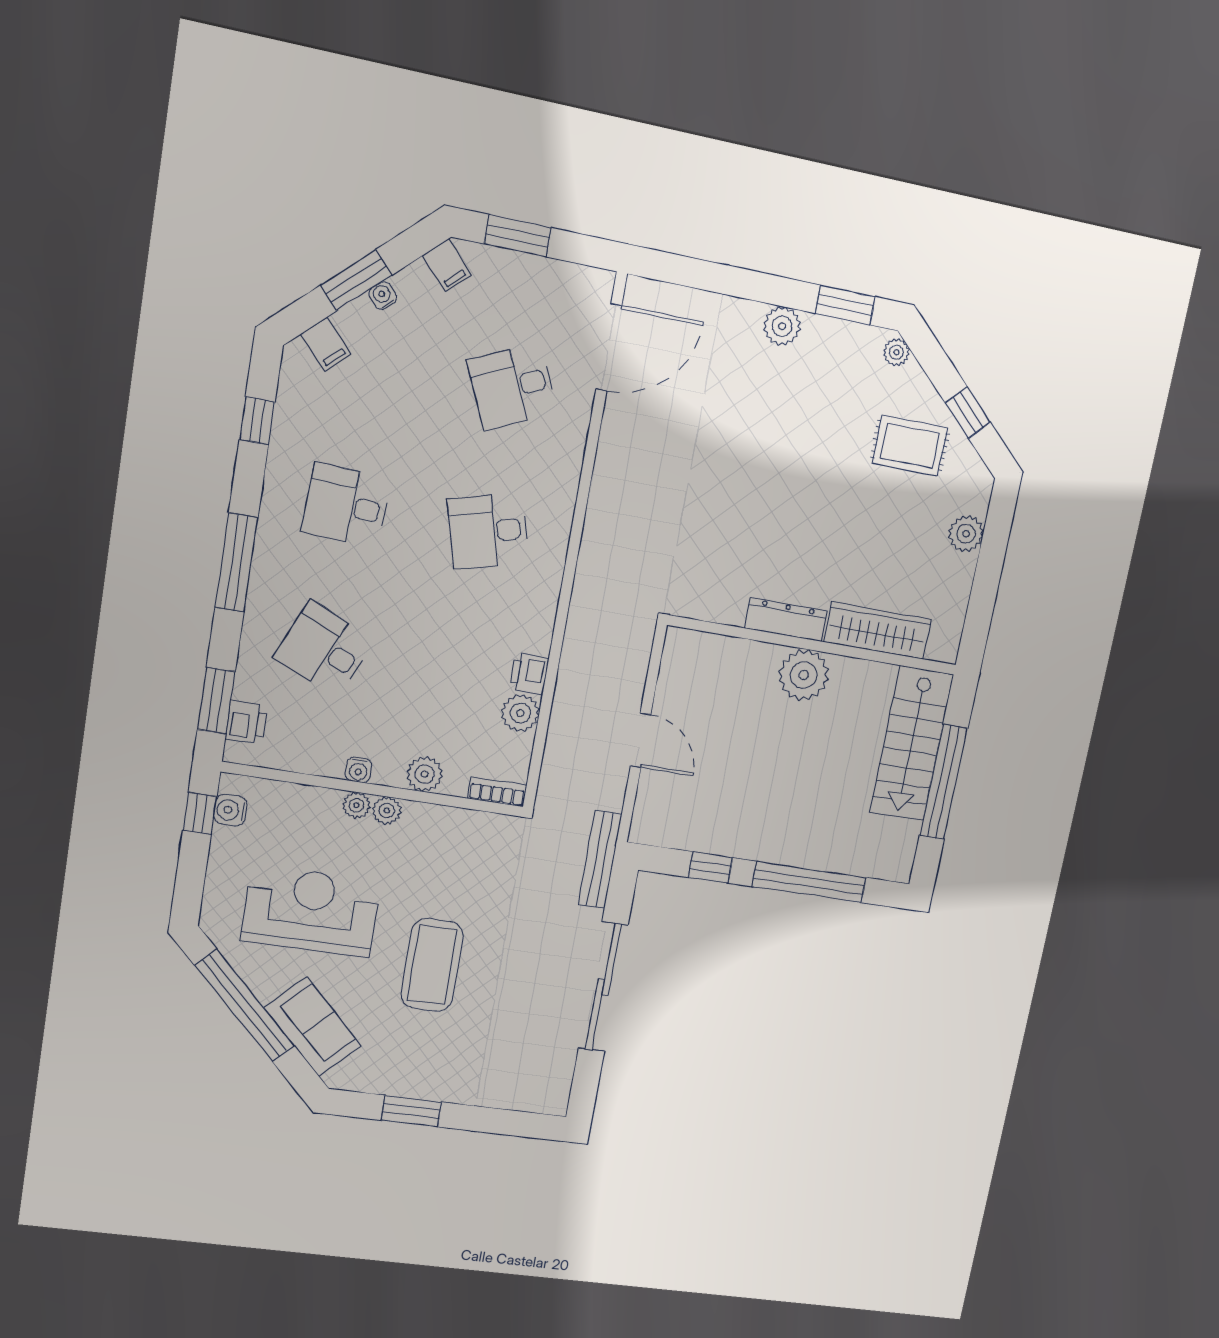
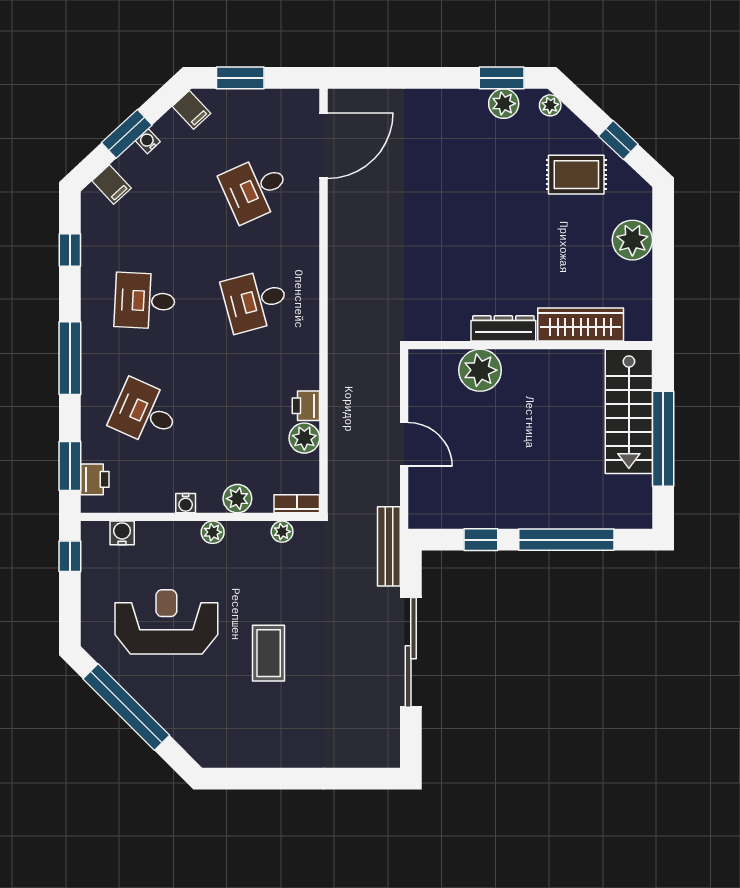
plant: (782, 326) -> (504, 104), moved
plant: (966, 534) -> (632, 240), width x1.36, depth x1.36
plant: (804, 675) -> (480, 370), moved
plant: (356, 805) -> (282, 532), moved
water cooler: (230, 810) -> (122, 533), moved, turned 90
coffee table: (432, 965) -> (269, 653), width x0.73, depth x0.76
sofa: (313, 1027) -> (182, 717), removed
window: (411, 1111) -> (272, 779), removed

